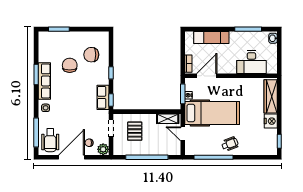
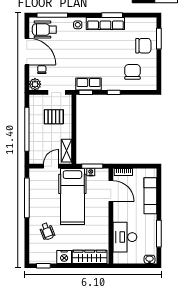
chair: (70, 65) -> (143, 46), moved
wheelchair: (230, 144) -> (47, 231), moved

